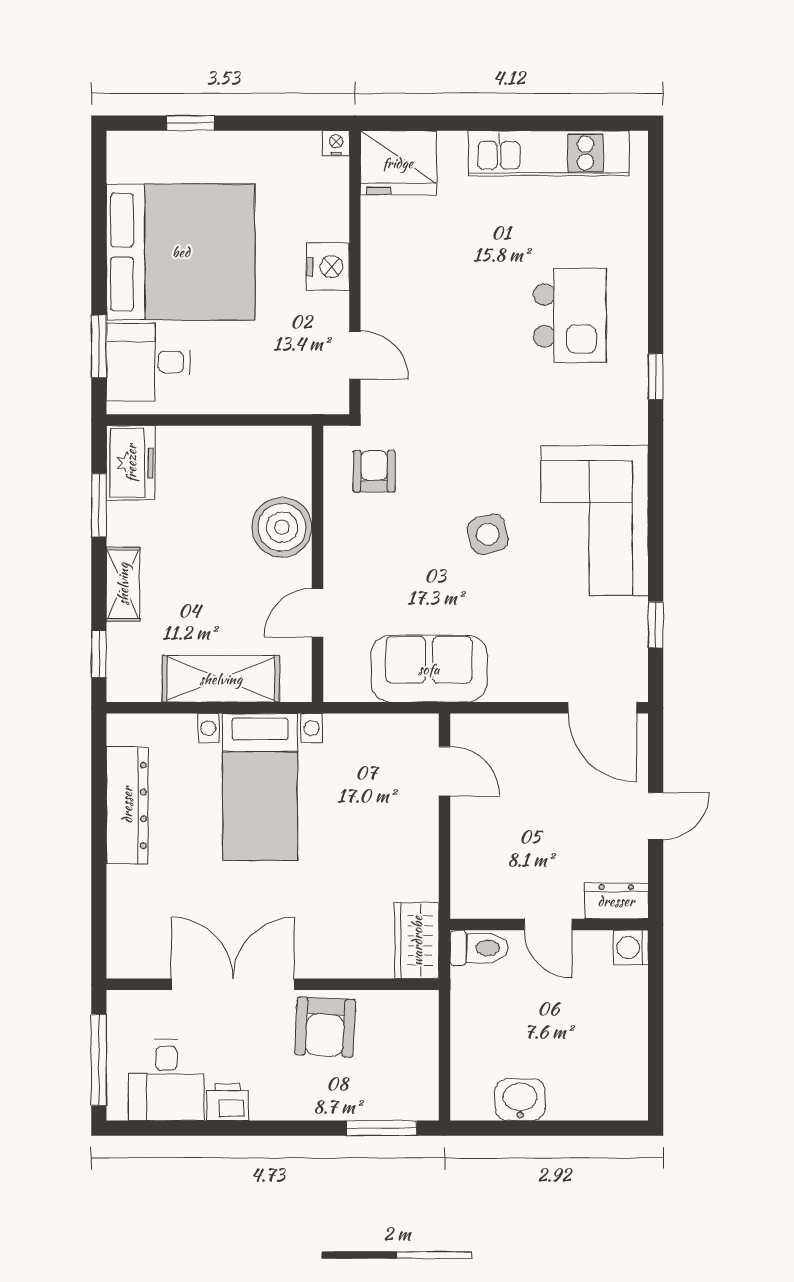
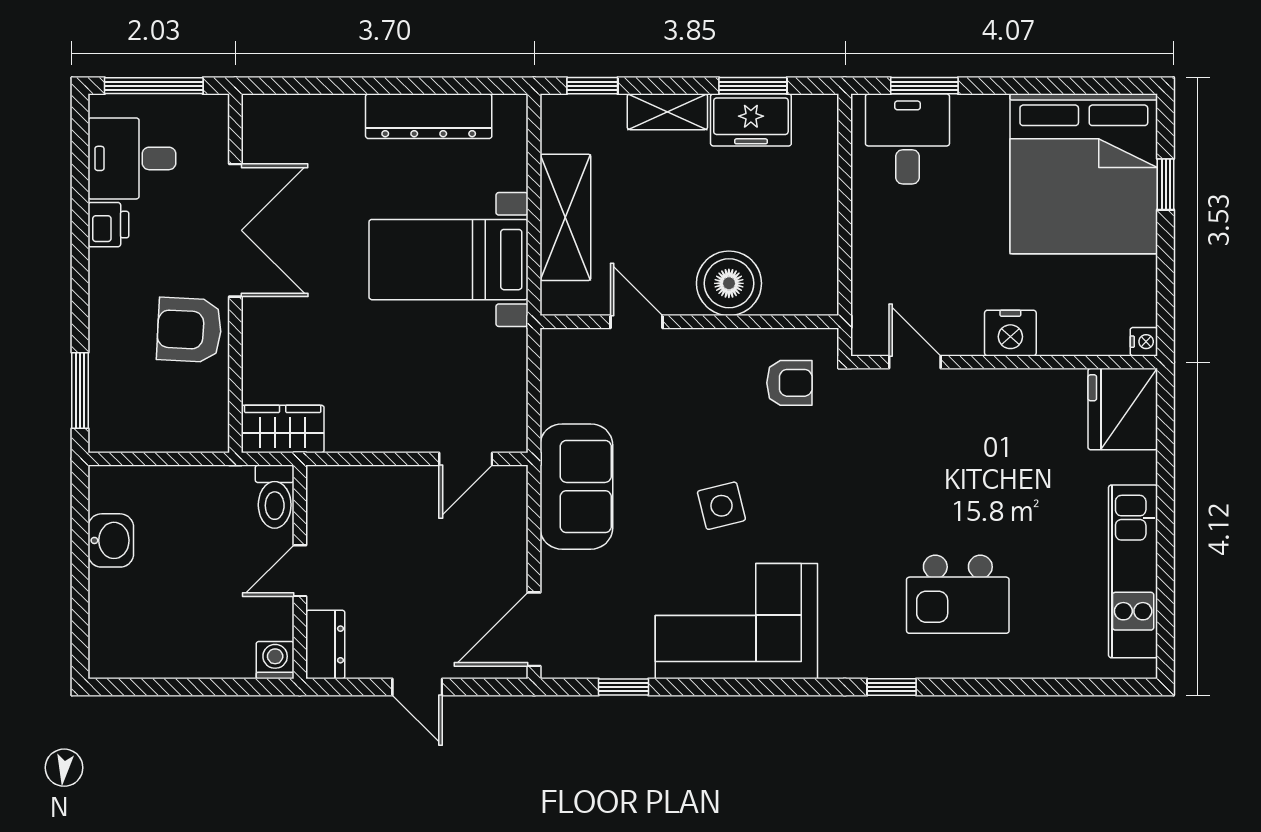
bed: (181, 252) -> (1084, 174), moved
door: (355, 355) -> (915, 362), swing flipped
freezer: (131, 463) -> (751, 120), moved
sofa: (429, 669) -> (576, 487), moved

